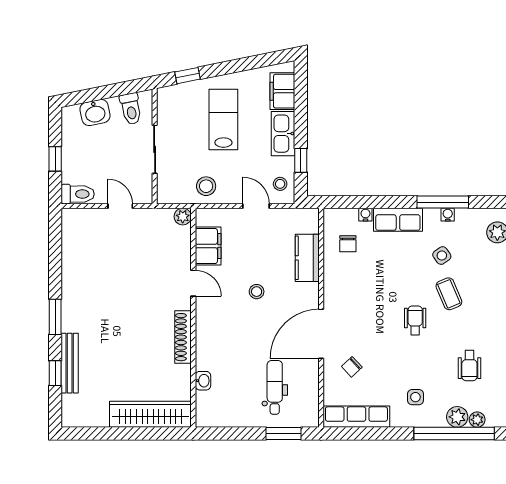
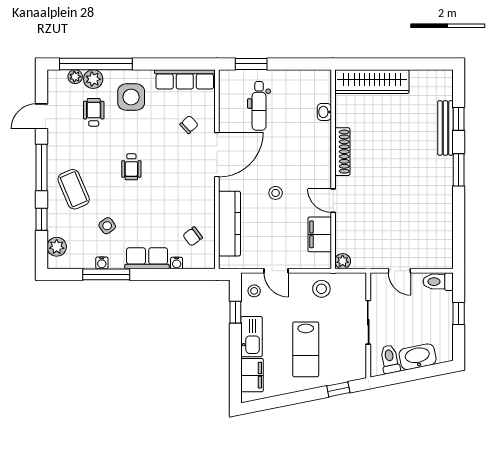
washbasin: (95, 112) -> (418, 357), width x1.38
chair: (348, 244) -> (193, 236), turned -127
kitchen counter: (307, 258) -> (230, 224), width x1.50
coffee table: (449, 294) -> (74, 189), moved, width x1.36, depth x1.30
wheelchair: (469, 366) -> (94, 112), moved
side table: (415, 397) -> (131, 97), width x1.87, depth x1.87

